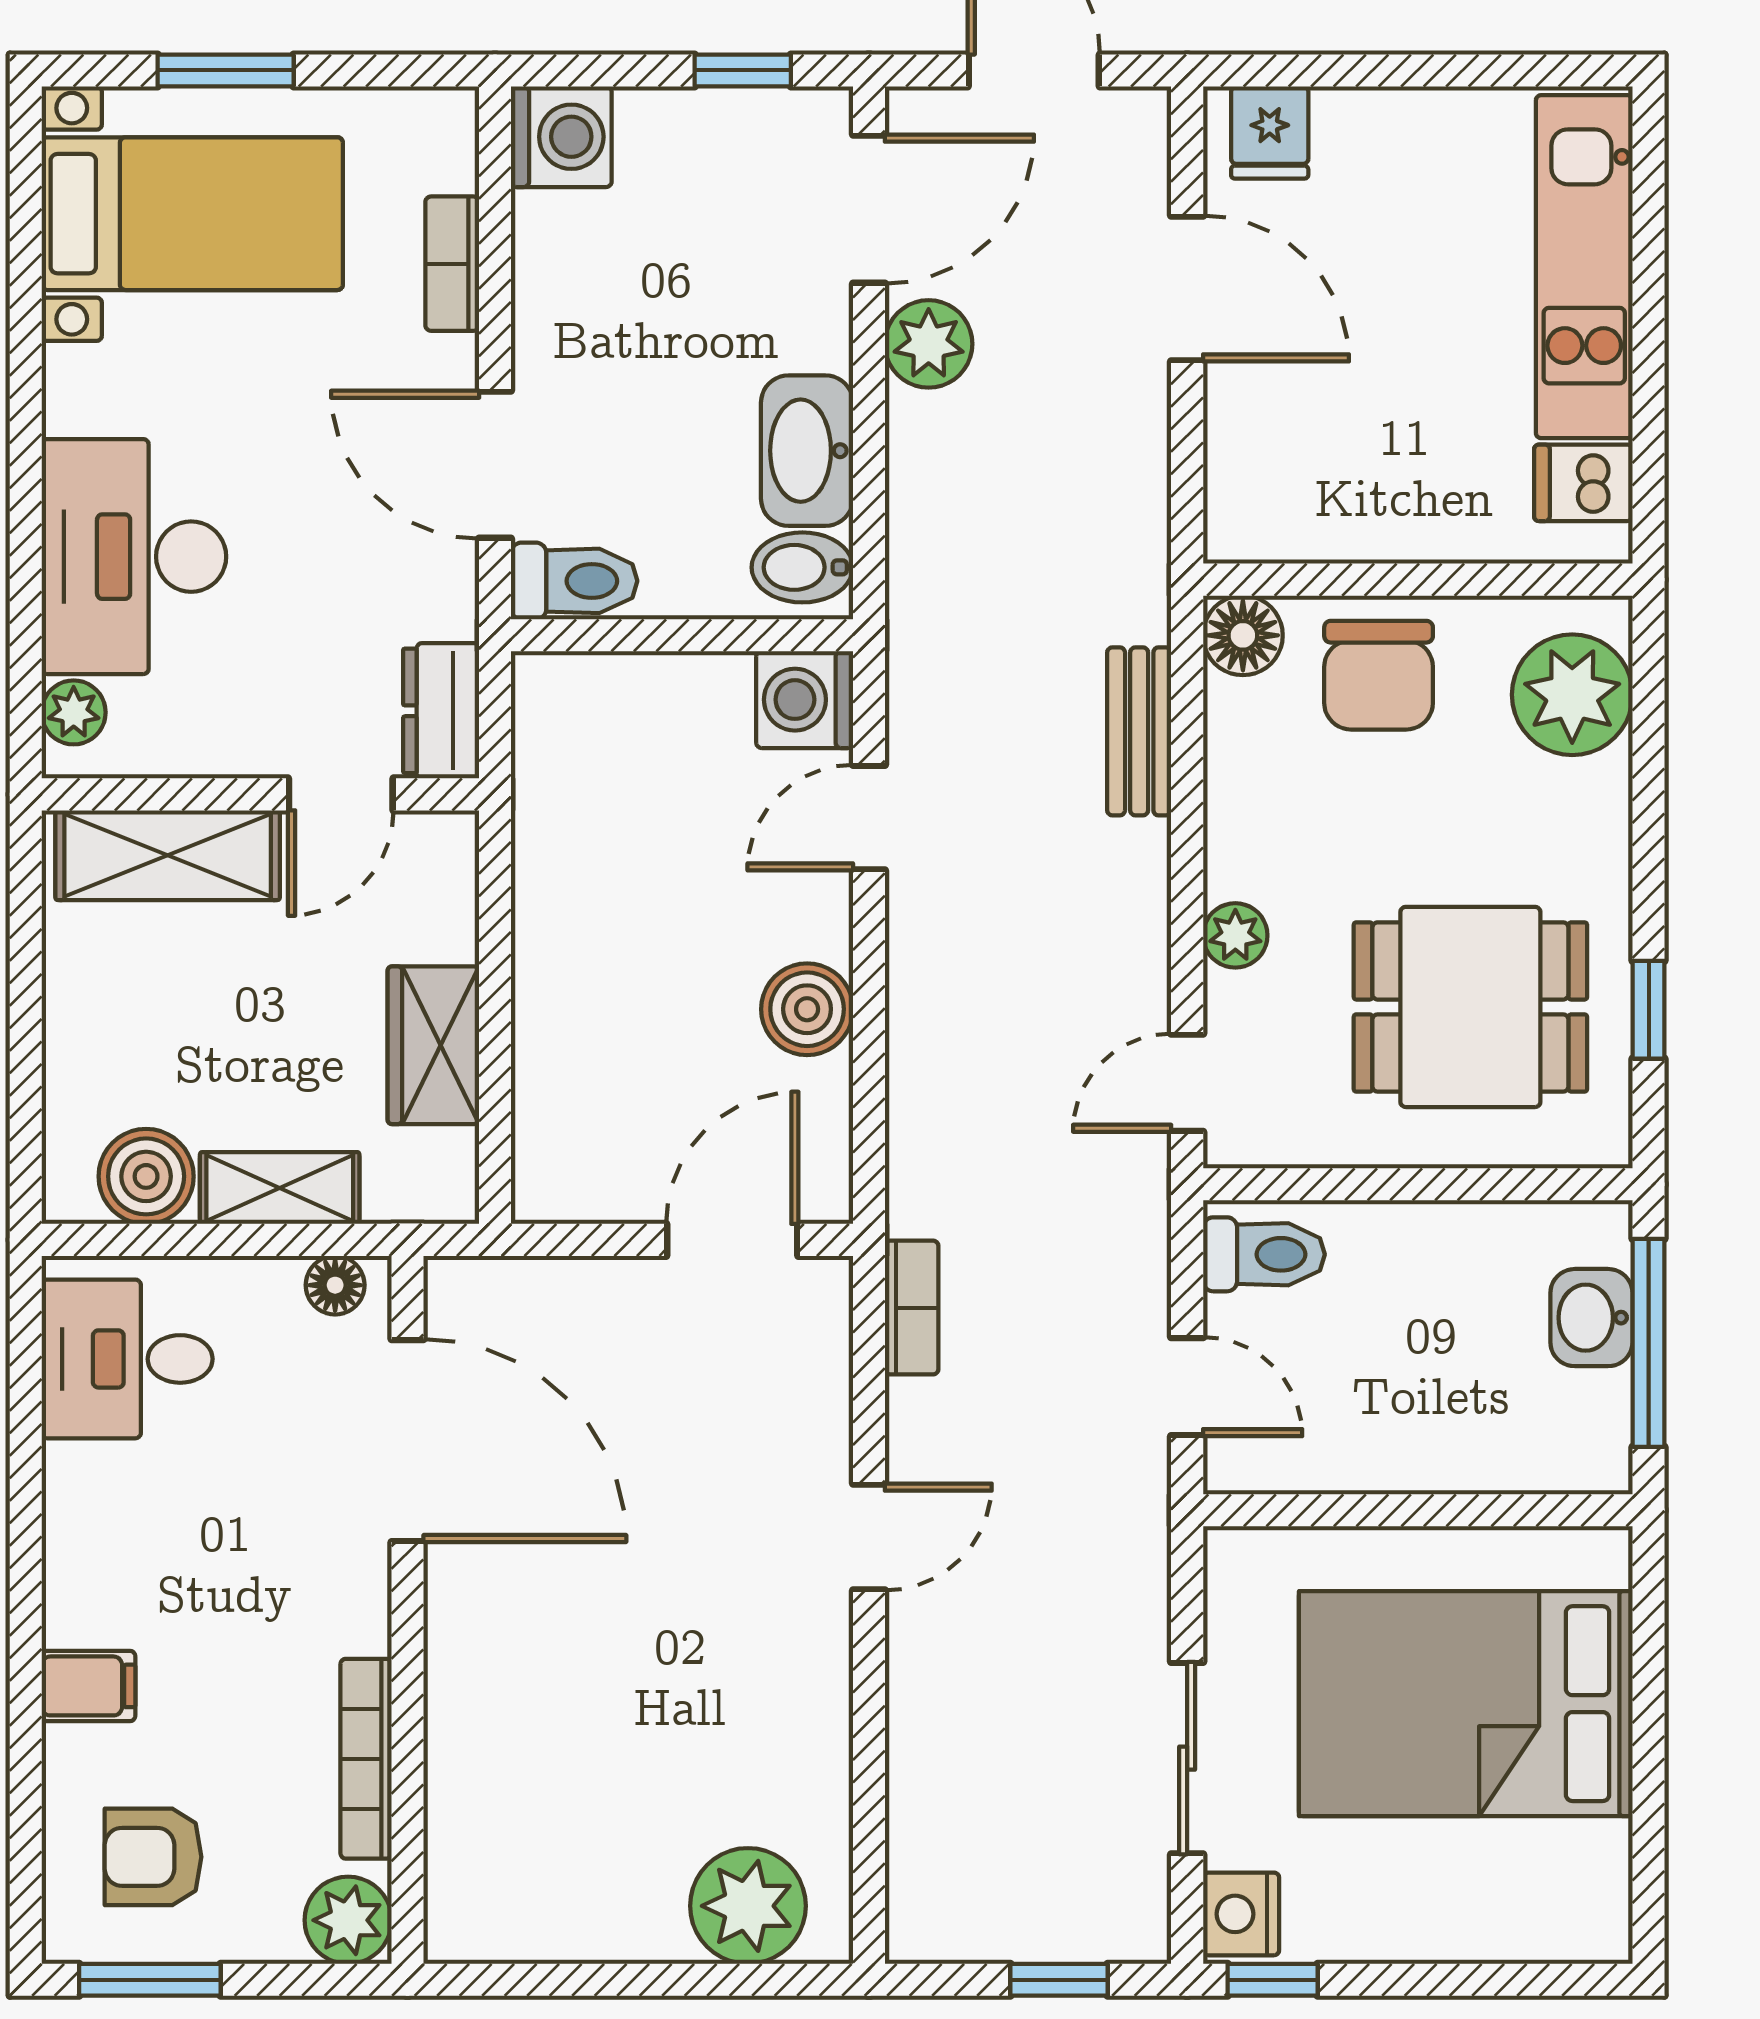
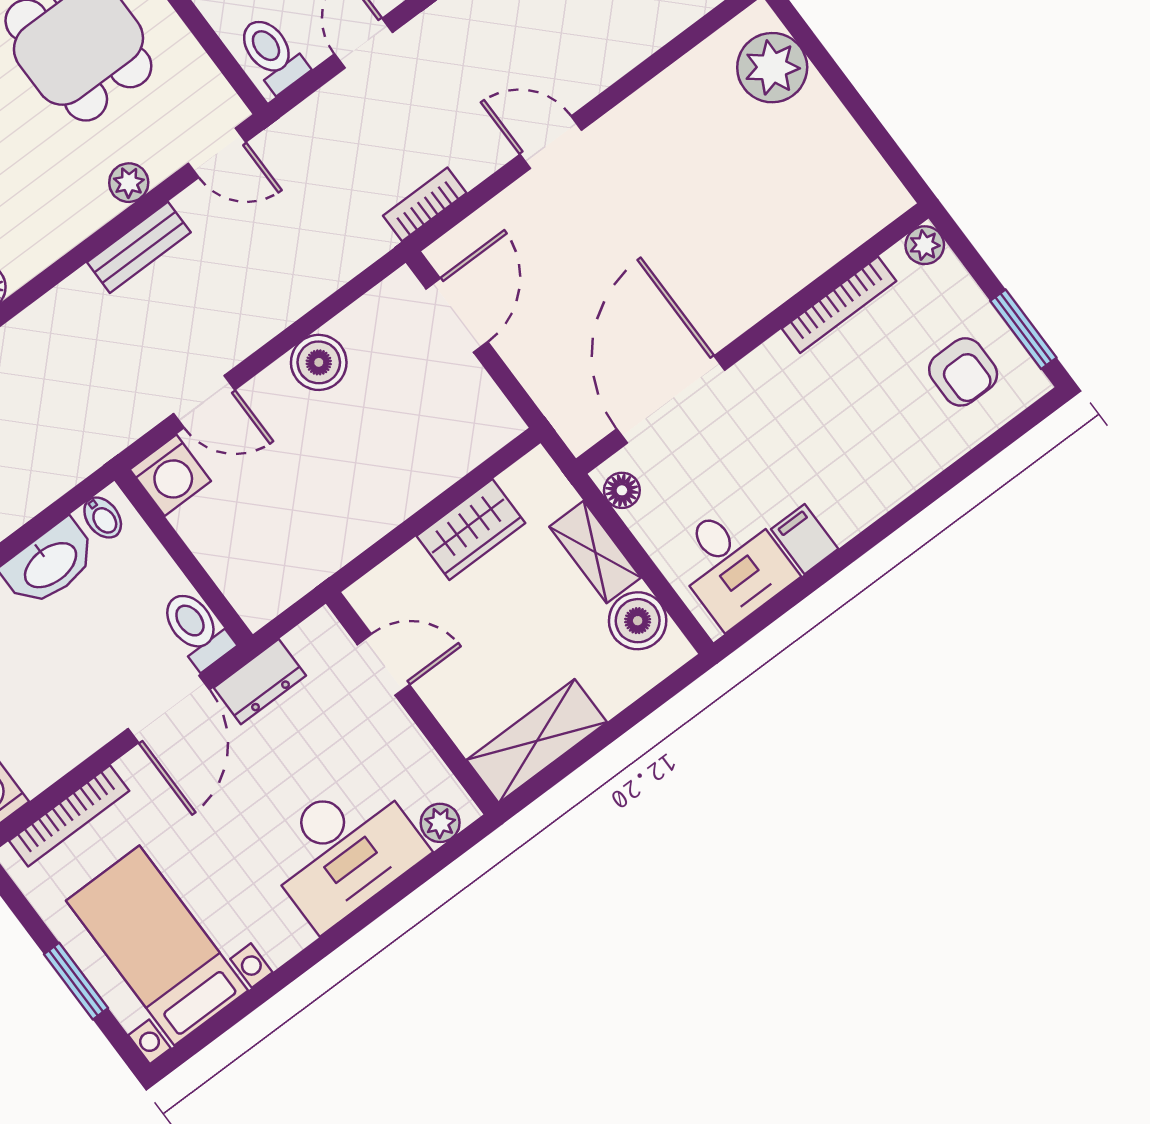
bookcase: (452, 264) -> (69, 816), width x1.56
bidet: (802, 567) -> (103, 518), width x0.72, depth x0.74
dresser: (441, 711) -> (260, 682), moved
bench: (1139, 731) -> (139, 247), moved
shelving: (168, 855) -> (537, 741), moved, turned 90
door: (732, 1240) -> (457, 315), swing flipped
filing cabinet: (88, 1686) -> (805, 539), moved
plant: (348, 1920) -> (925, 245), width x0.73, depth x0.73

